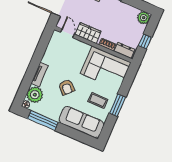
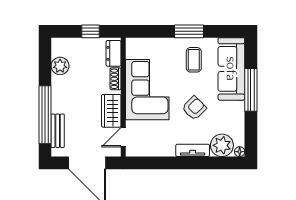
plant: (144, 18) -> (60, 66), moved
corner sofa: (106, 68) -> (147, 90), moved
window: (43, 120) -> (251, 90), moved

